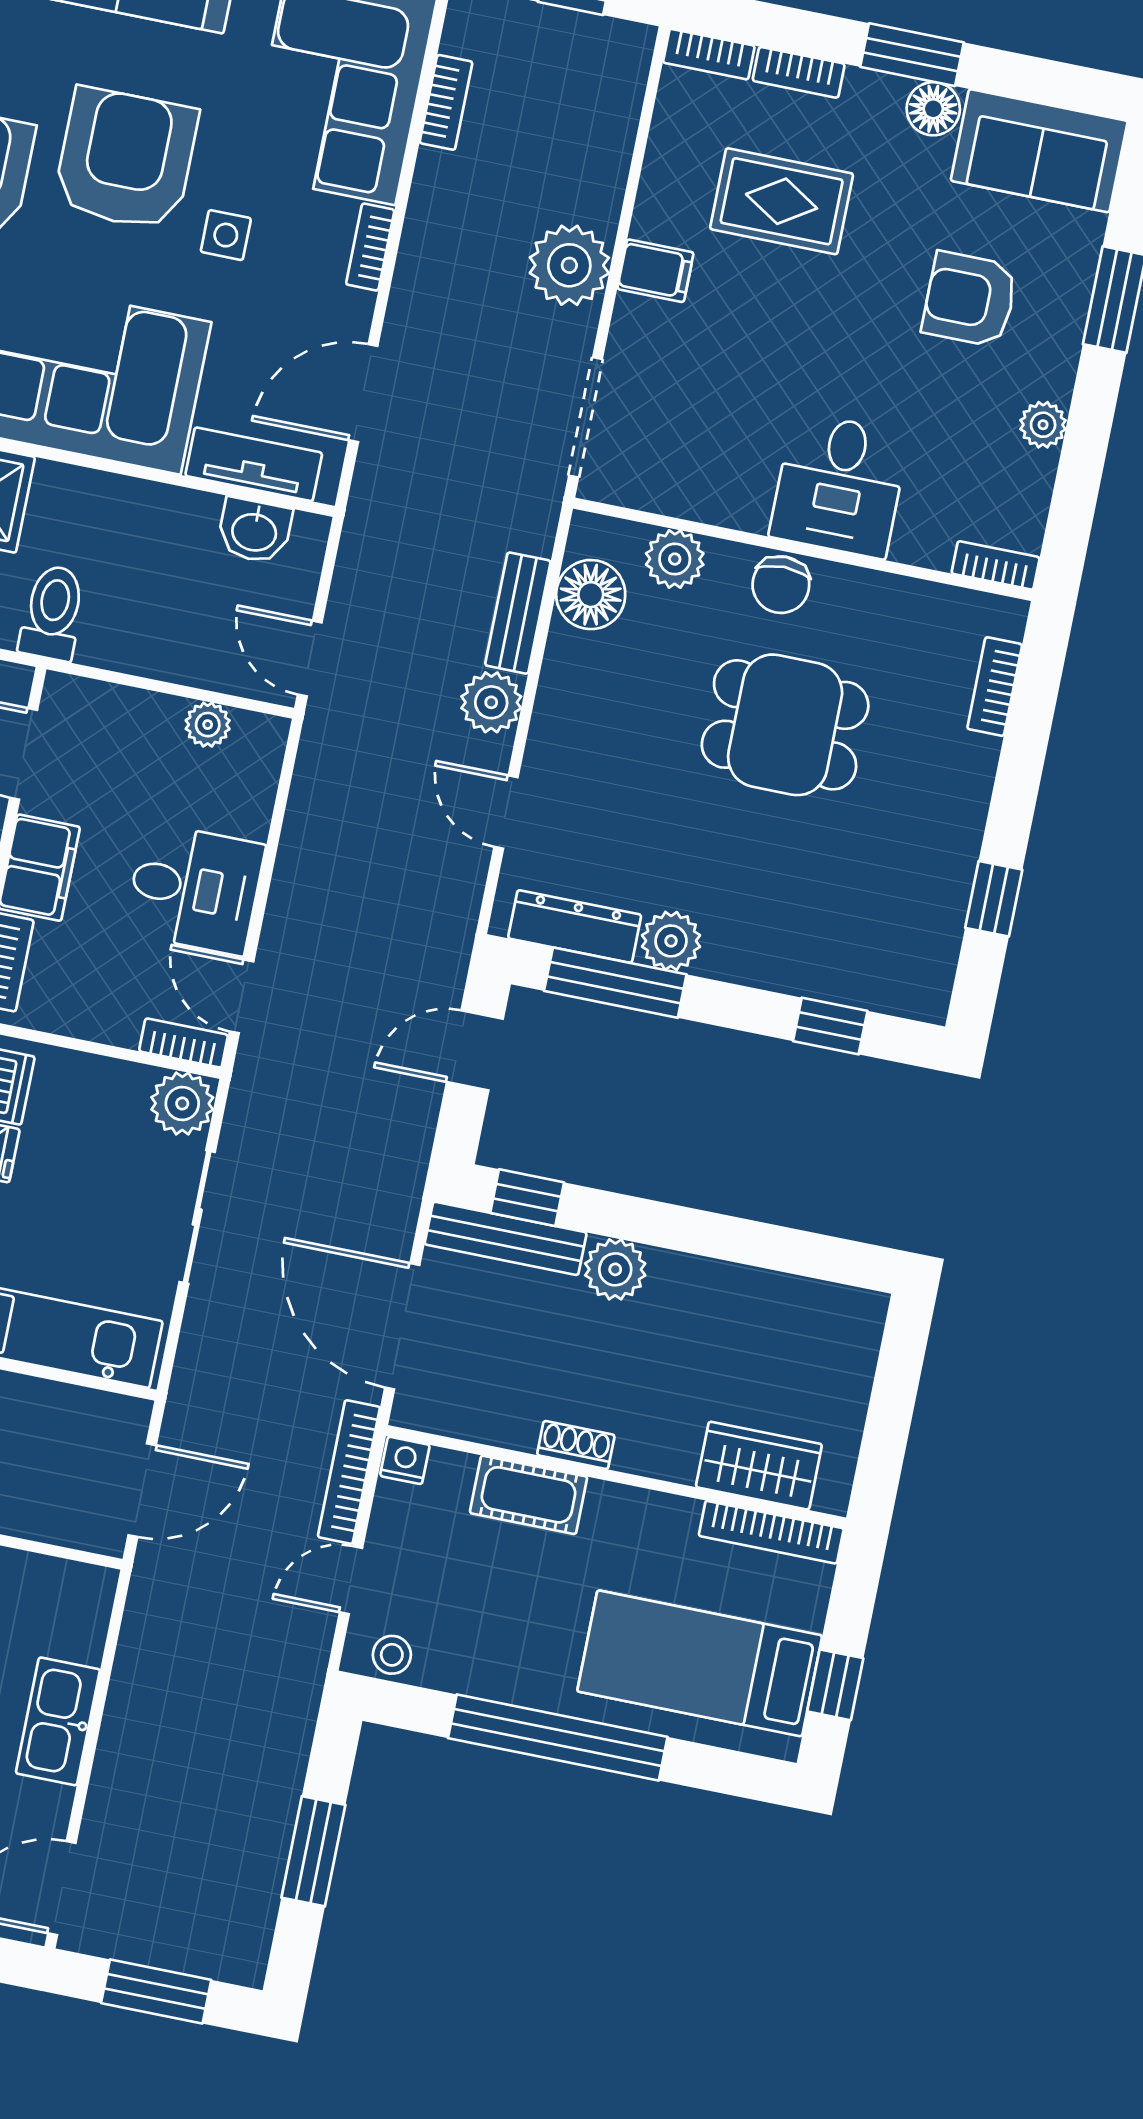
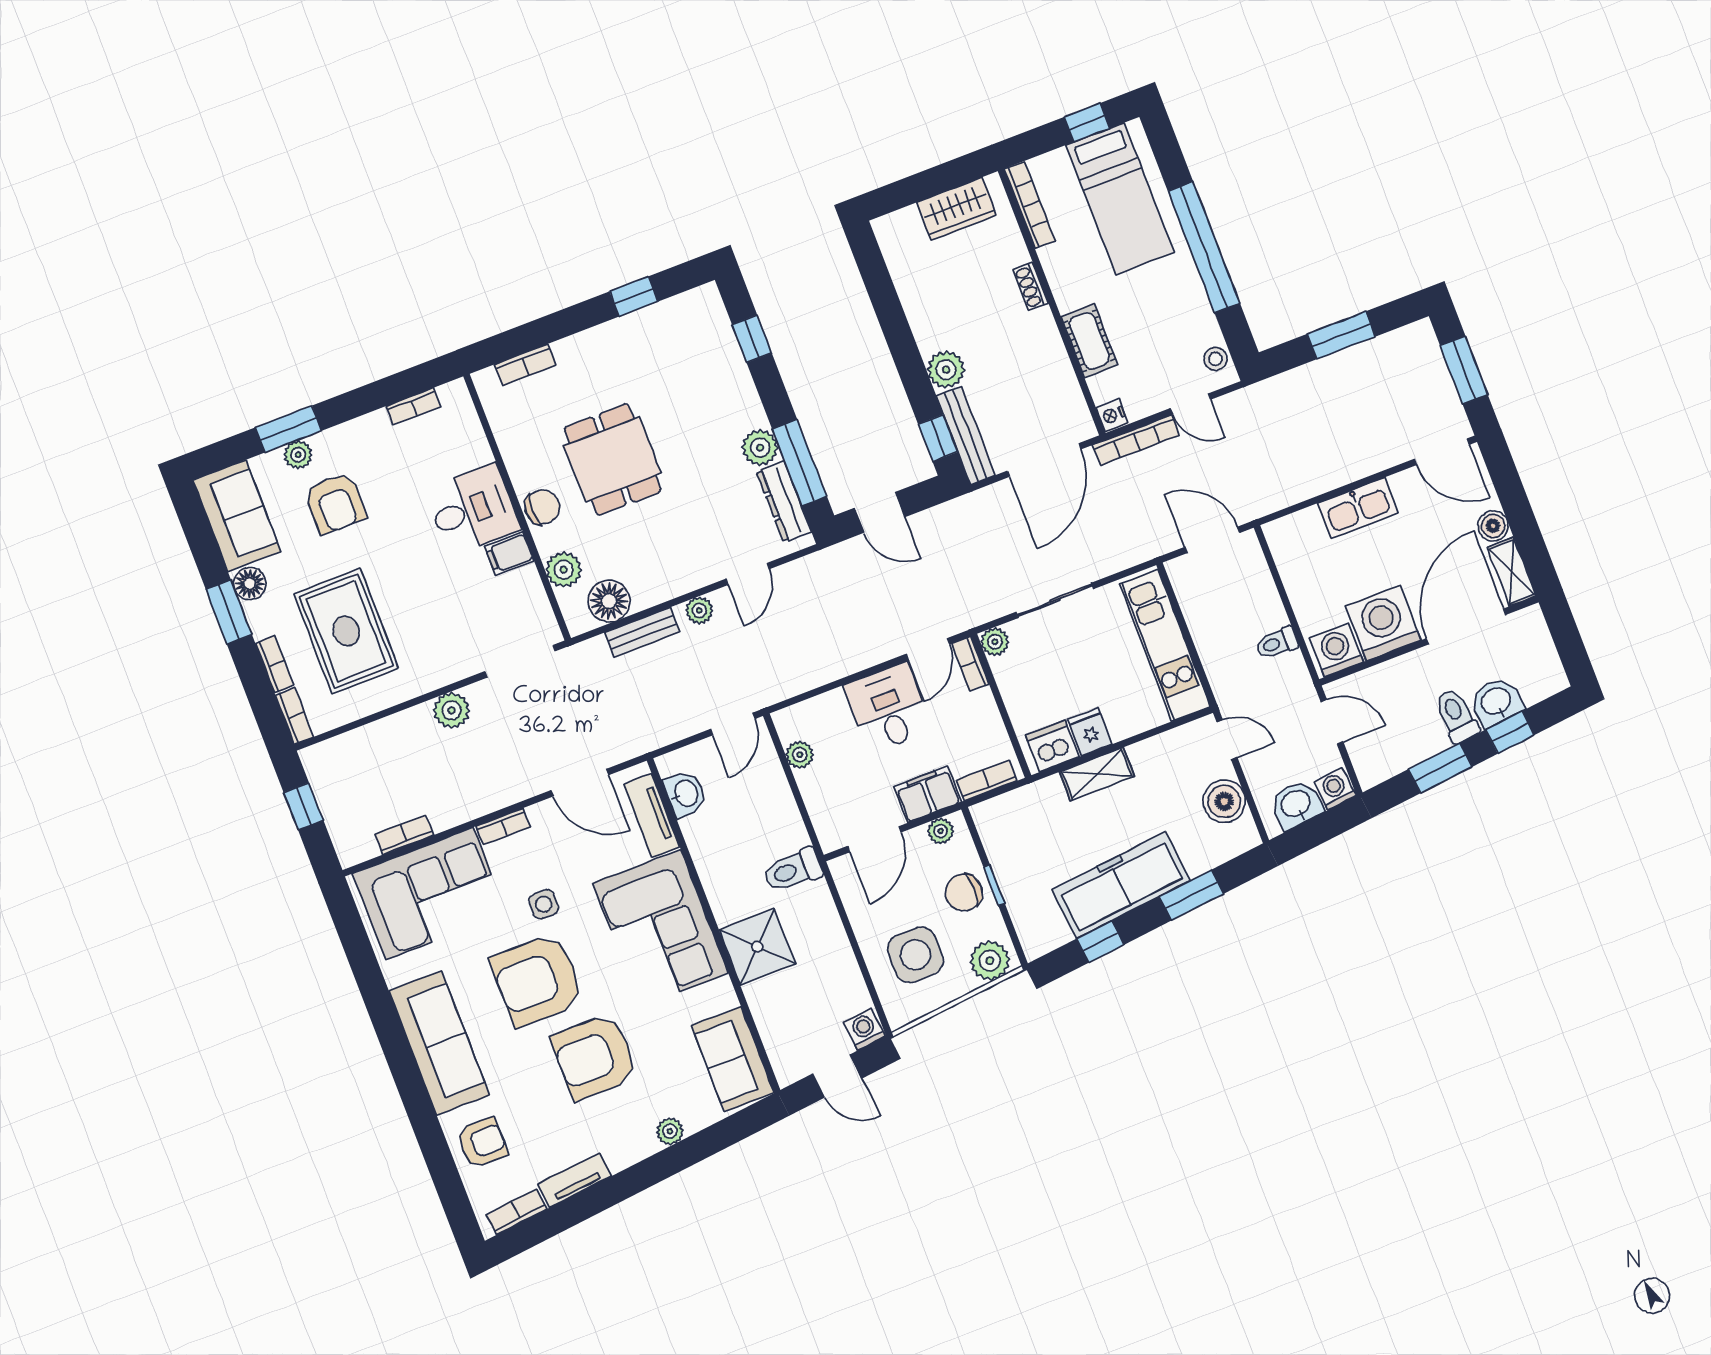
rug: (782, 201) -> (346, 631), width x1.36, depth x1.43
plant: (569, 265) -> (451, 710), width x0.73, depth x0.73
filing cabinet: (655, 271) -> (509, 554), moved, turned -90
plant: (1043, 425) -> (298, 455), moved
bookcase: (996, 565) -> (413, 406), moved, turned -90
plant: (491, 702) -> (699, 610), width x0.73, depth x0.73
plant: (182, 1103) -> (995, 642), width x0.73, depth x0.73
shoe rack: (576, 1445) -> (1031, 286), moved
wardrobe: (759, 1466) -> (956, 209), moved, turned -90

